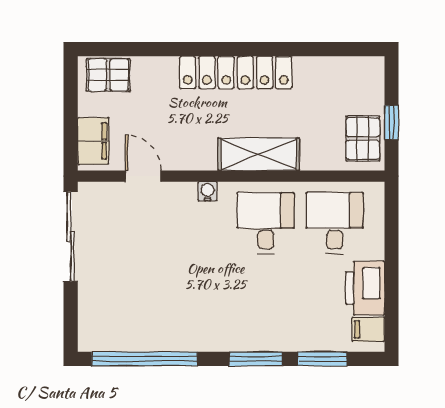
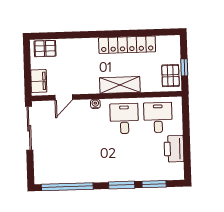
locker: (236, 72) -> (127, 45), moved
door: (143, 176) -> (64, 97), swing flipped
filing cabinet: (368, 329) -> (176, 169), removed

